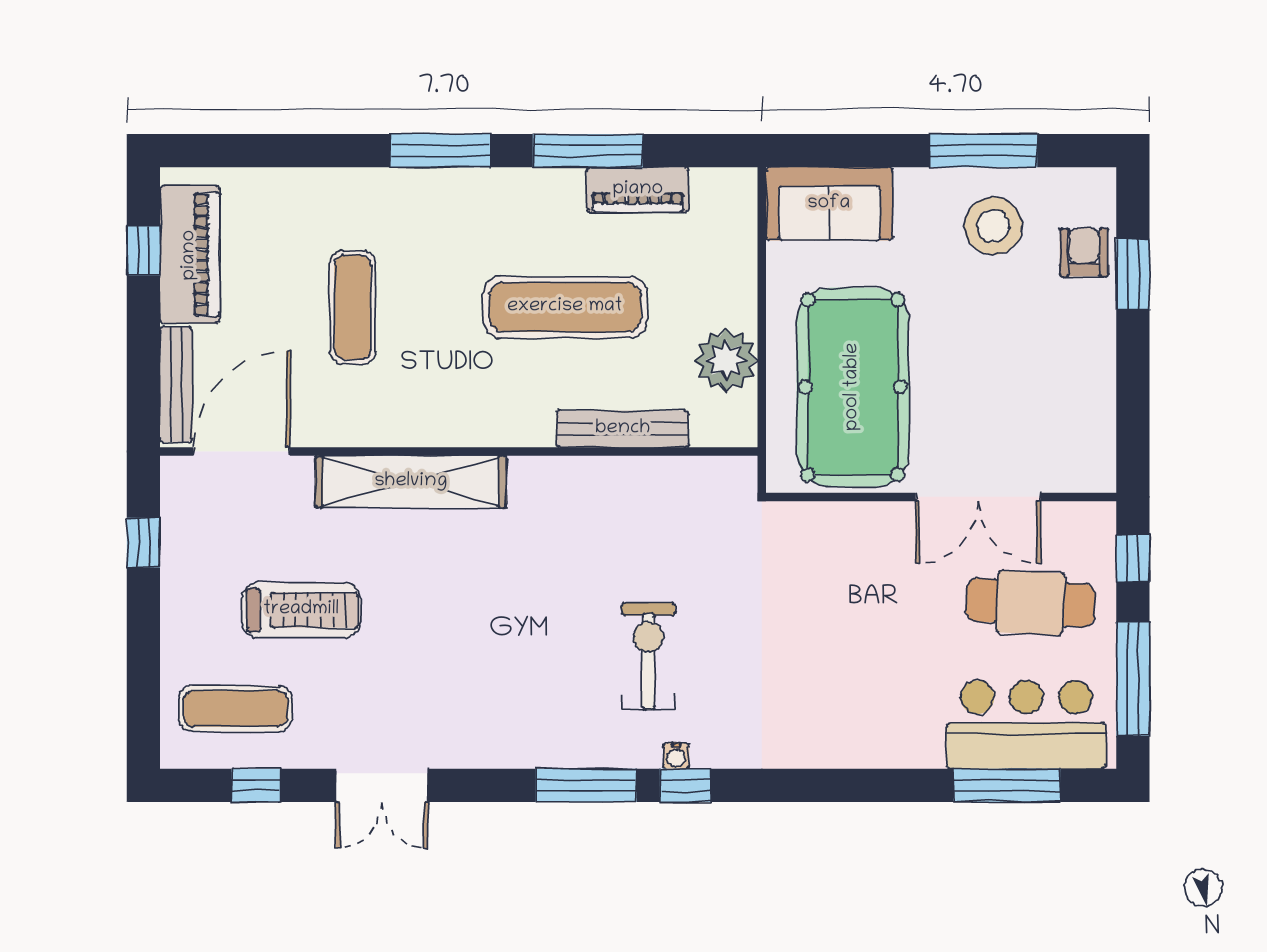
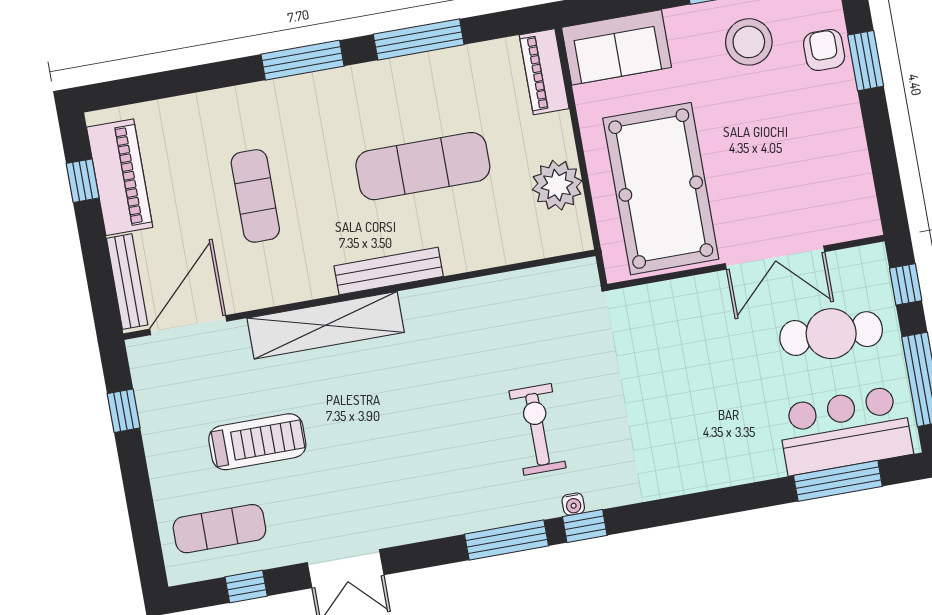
piano: (638, 190) -> (544, 72), moved, turned 90
bench: (623, 429) -> (389, 271), moved

